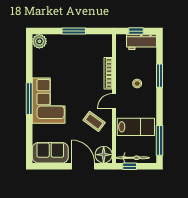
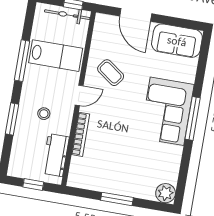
workbench: (141, 42) -> (56, 155), moved, turned -90
lab bench: (136, 127) -> (56, 56), turned 180
window: (159, 140) -> (22, 61), moved
floor lamp: (104, 155) -> (105, 26), removed

